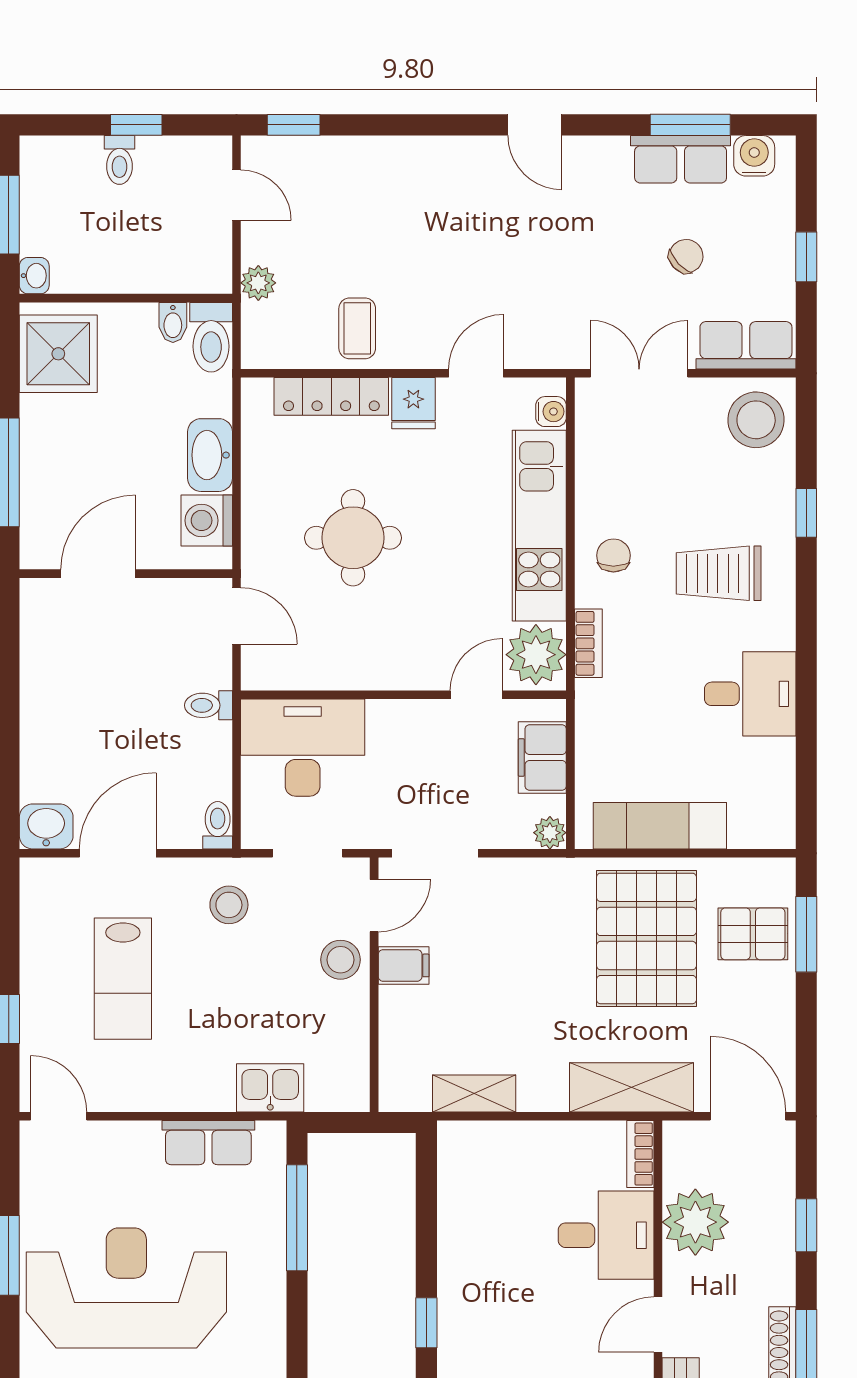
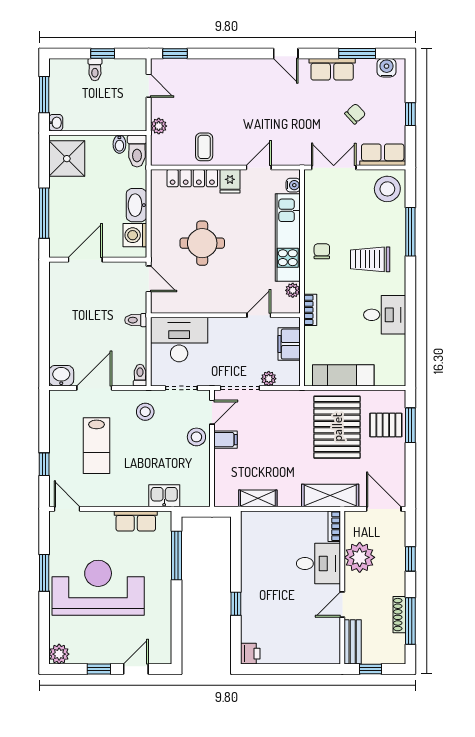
row of seats: (681, 159) -> (332, 69), moved
window: (806, 513) -> (410, 232), width x2.17
bookcase: (588, 643) -> (310, 310), moved
plant: (536, 655) -> (293, 290), width x0.53, depth x0.53
plant: (550, 833) -> (269, 379), moved

